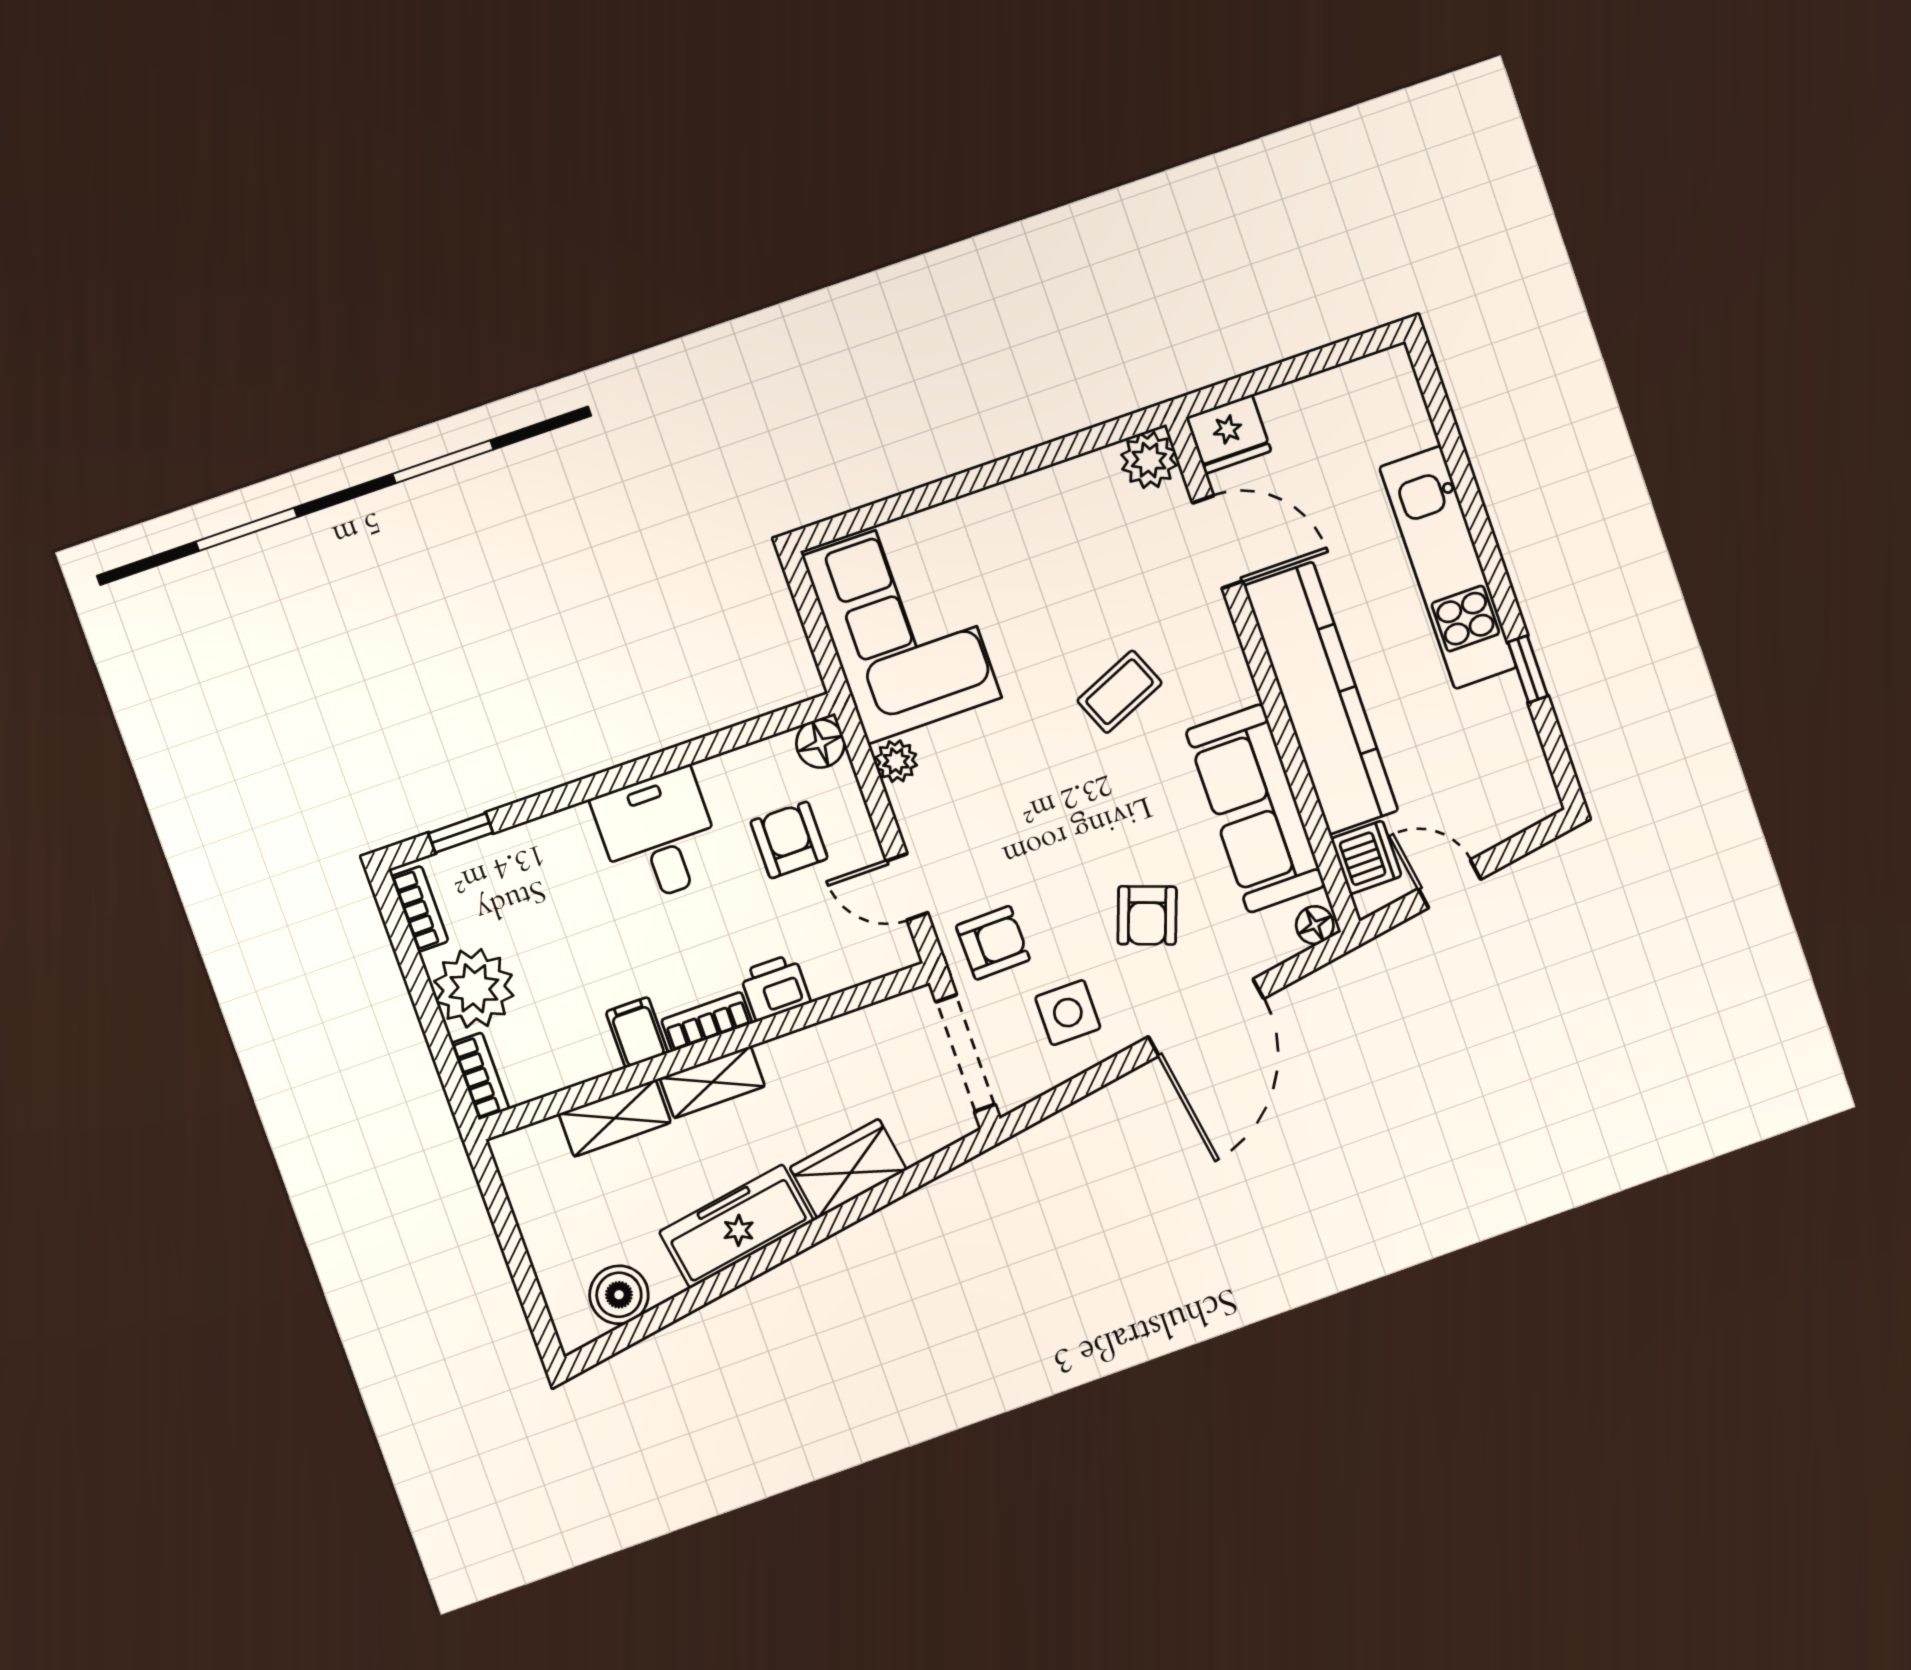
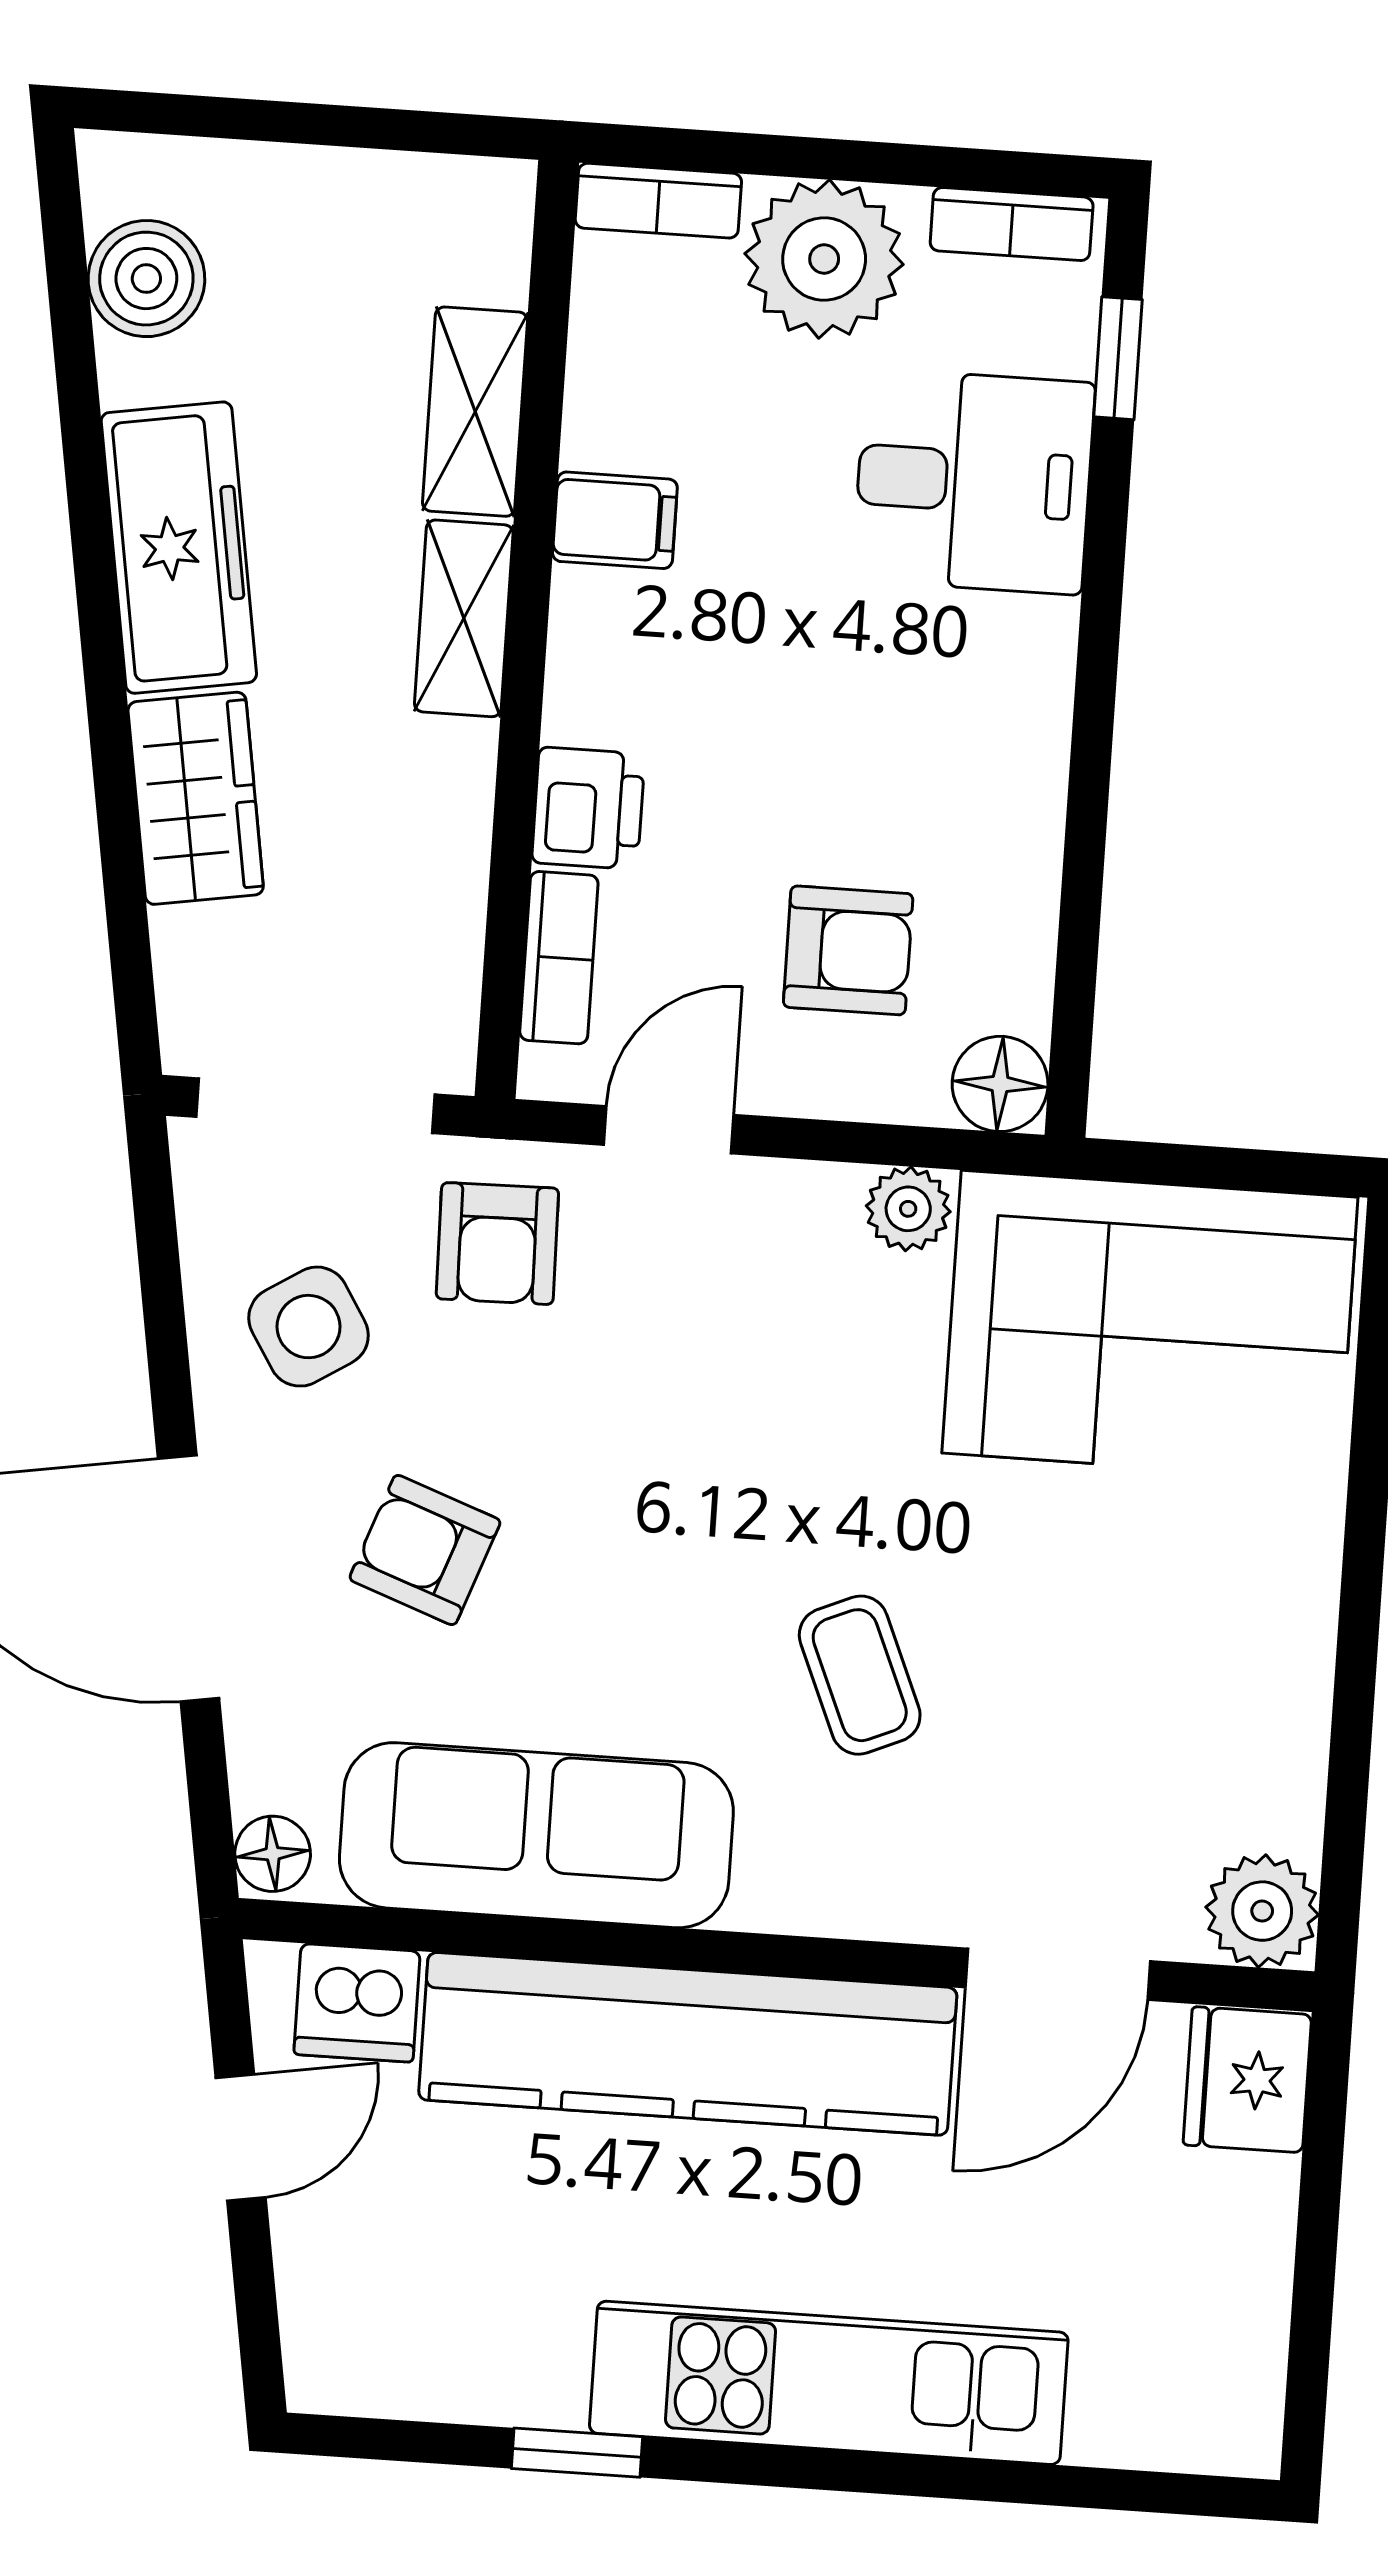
desk: (658, 836) -> (974, 481), moved
side table: (1068, 1013) -> (309, 1327), turned -32
bookcase: (707, 1022) -> (559, 958), moved

